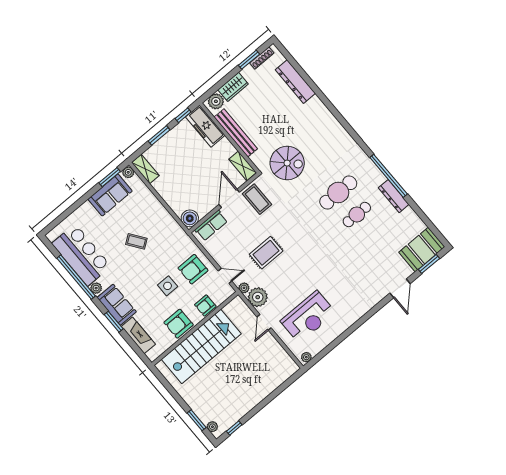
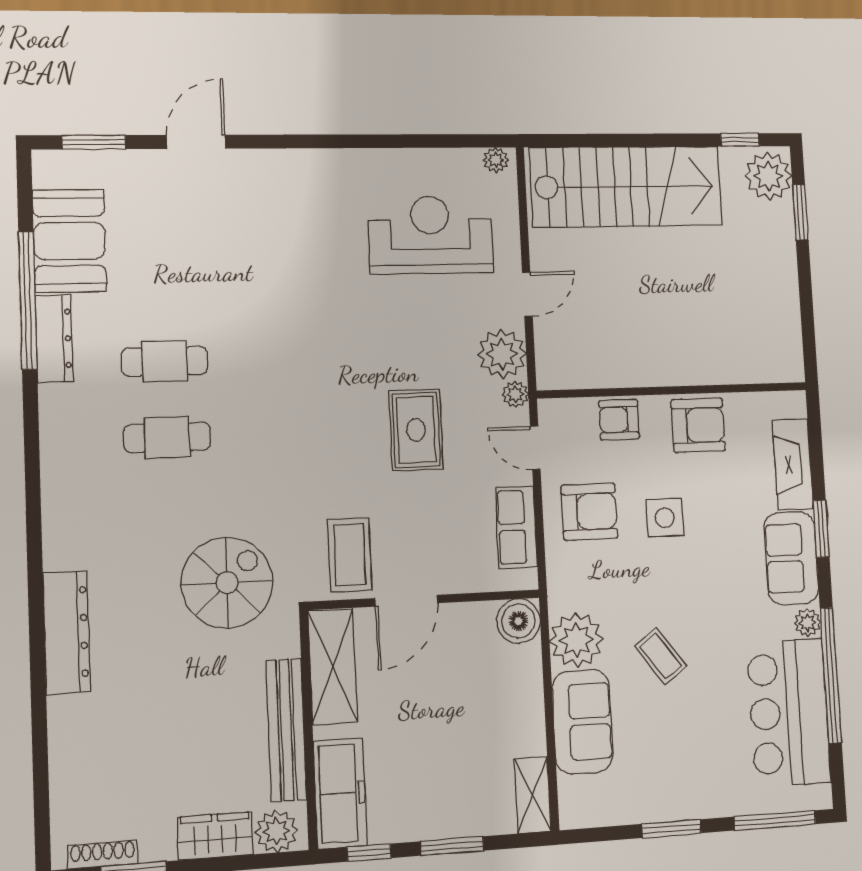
dresser: (295, 82) -> (67, 632), moved
spiral stairs: (287, 163) -> (227, 583), turned 90
shelving: (243, 166) -> (333, 667), width x1.50, depth x1.33
plant: (128, 172) -> (576, 640), moved, width x1.88, depth x1.88
window: (389, 176) -> (28, 301), moved
window: (110, 177) -> (672, 829), moved
cafe table: (338, 192) -> (167, 437), width x0.73, depth x0.74
sofa: (110, 195) -> (583, 722), moved, turned 90
window: (61, 218) -> (775, 820), added
row of seats: (211, 225) -> (516, 527), moved, turned -90
booth: (422, 250) -> (69, 241), moved, turned 90
rug: (266, 253) -> (416, 430), turned 90
armchair: (205, 306) -> (619, 420), turned 180
stairs: (201, 347) -> (626, 187), moved, turned 180
plant: (212, 427) -> (768, 176), width x1.88, depth x1.88

